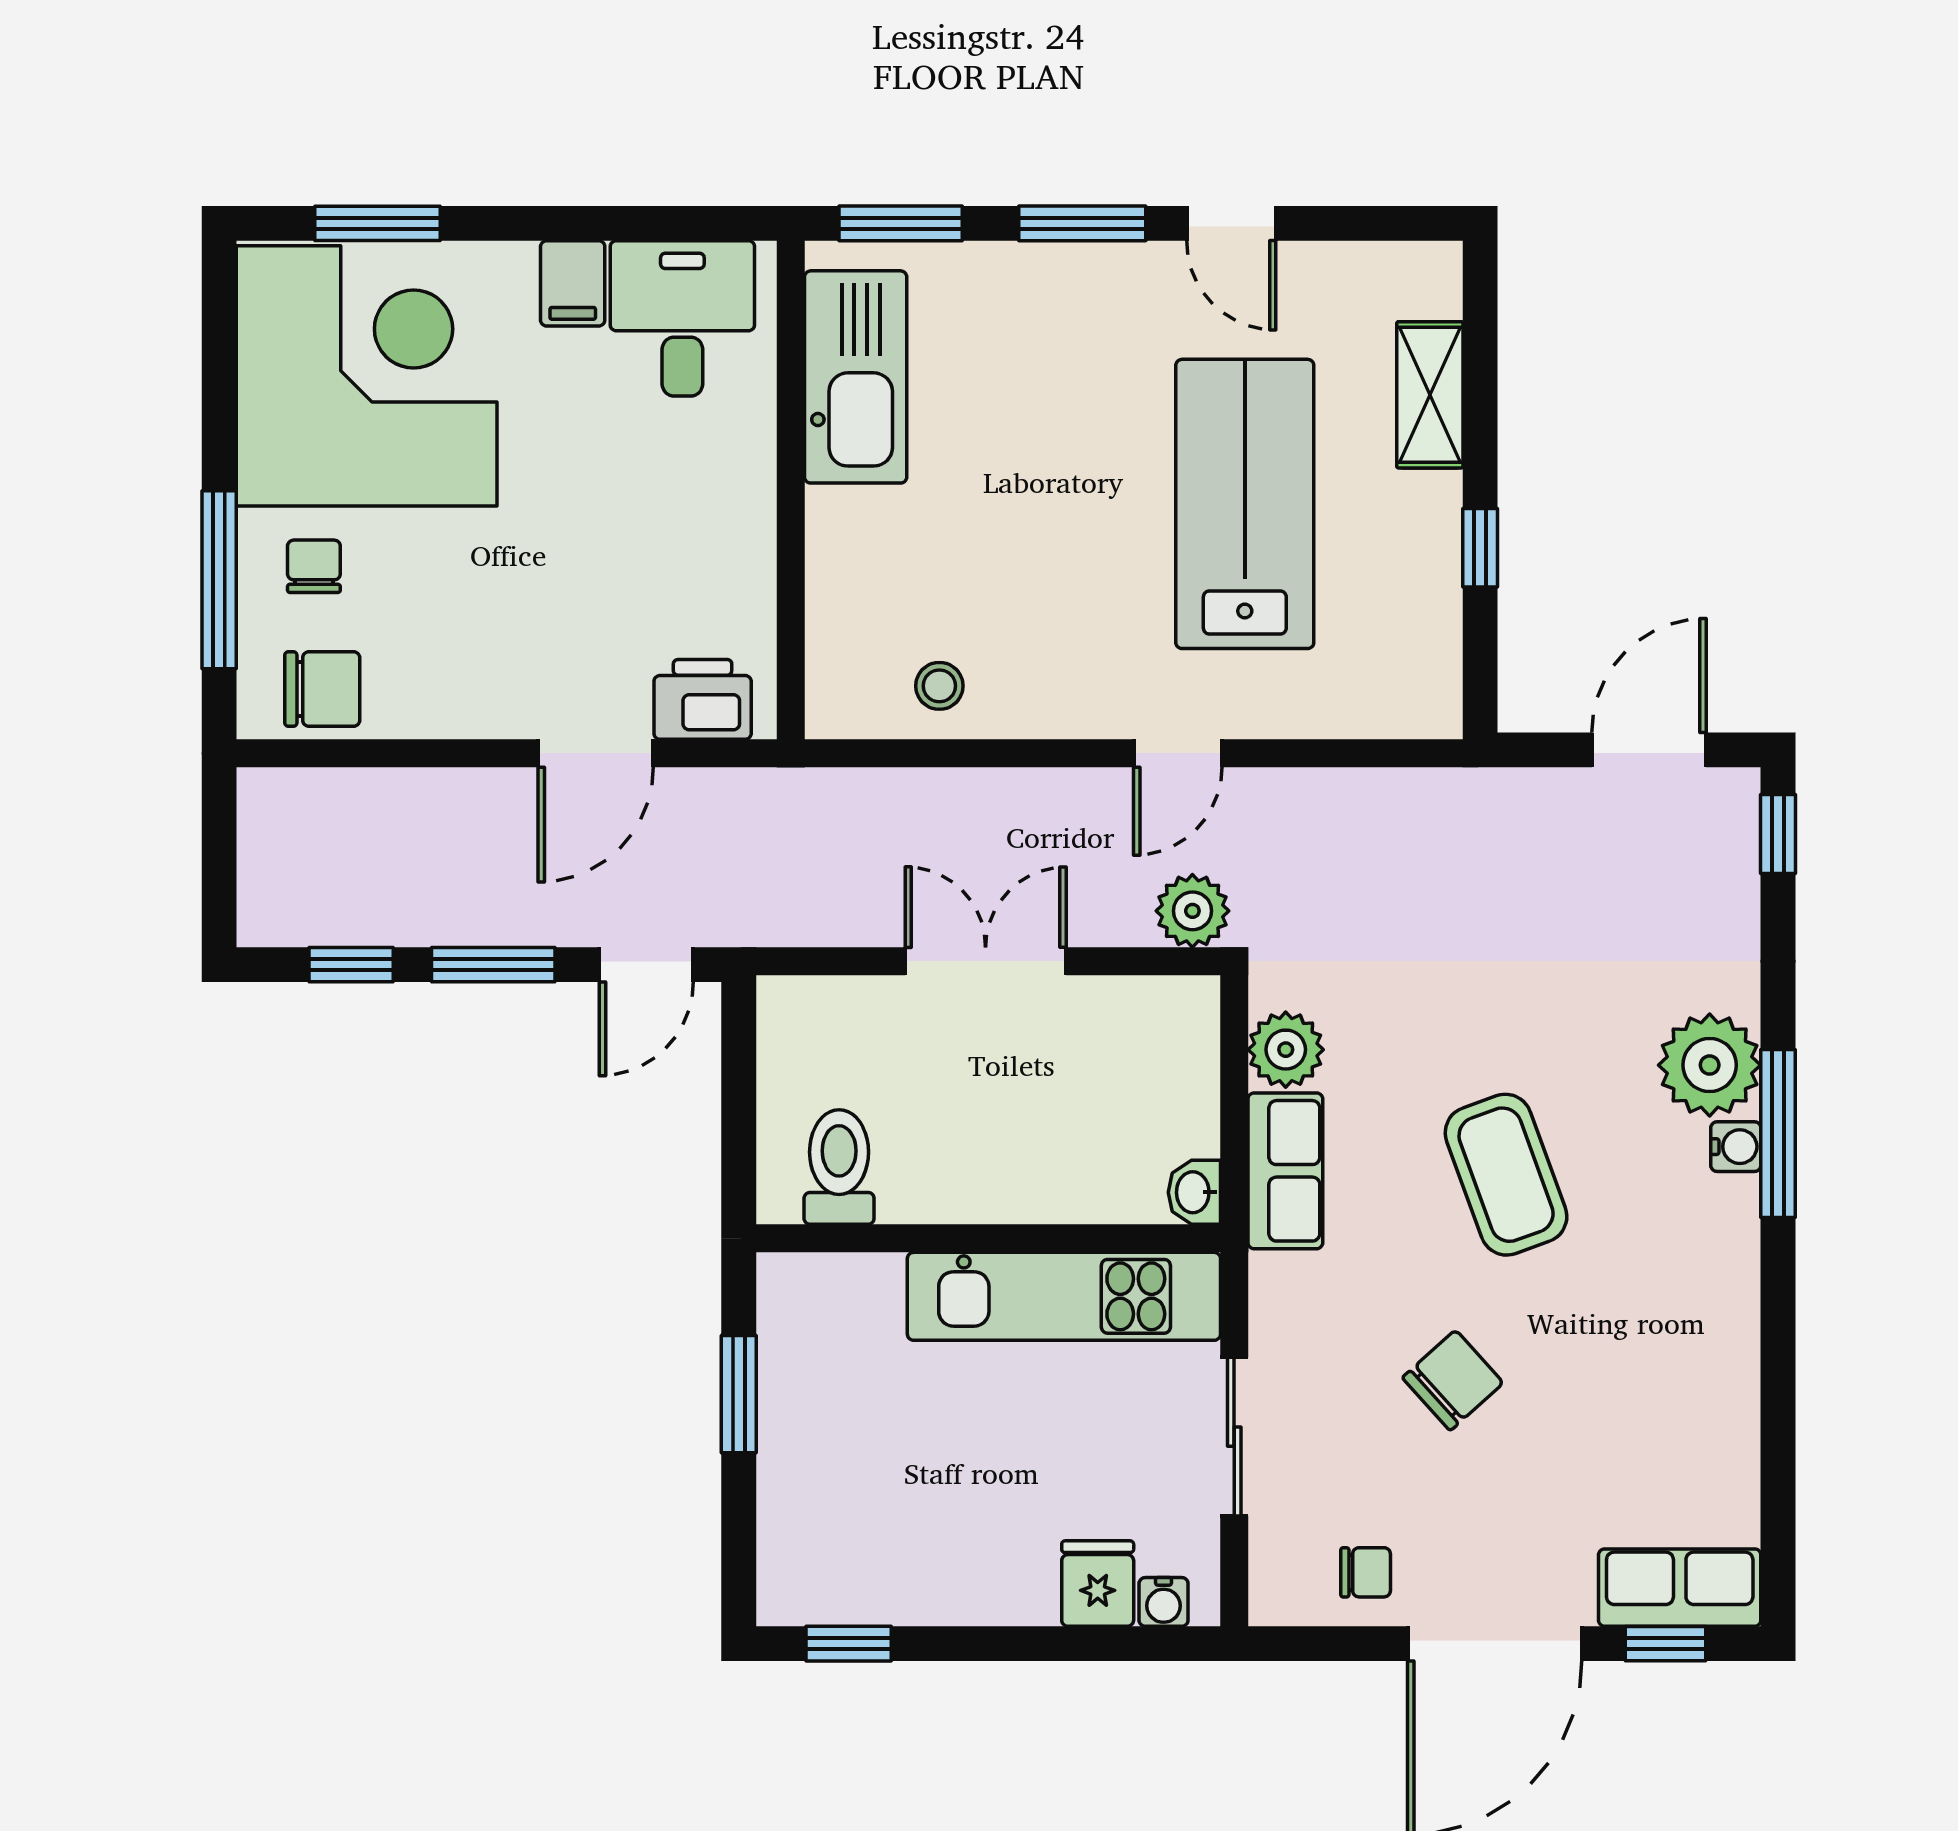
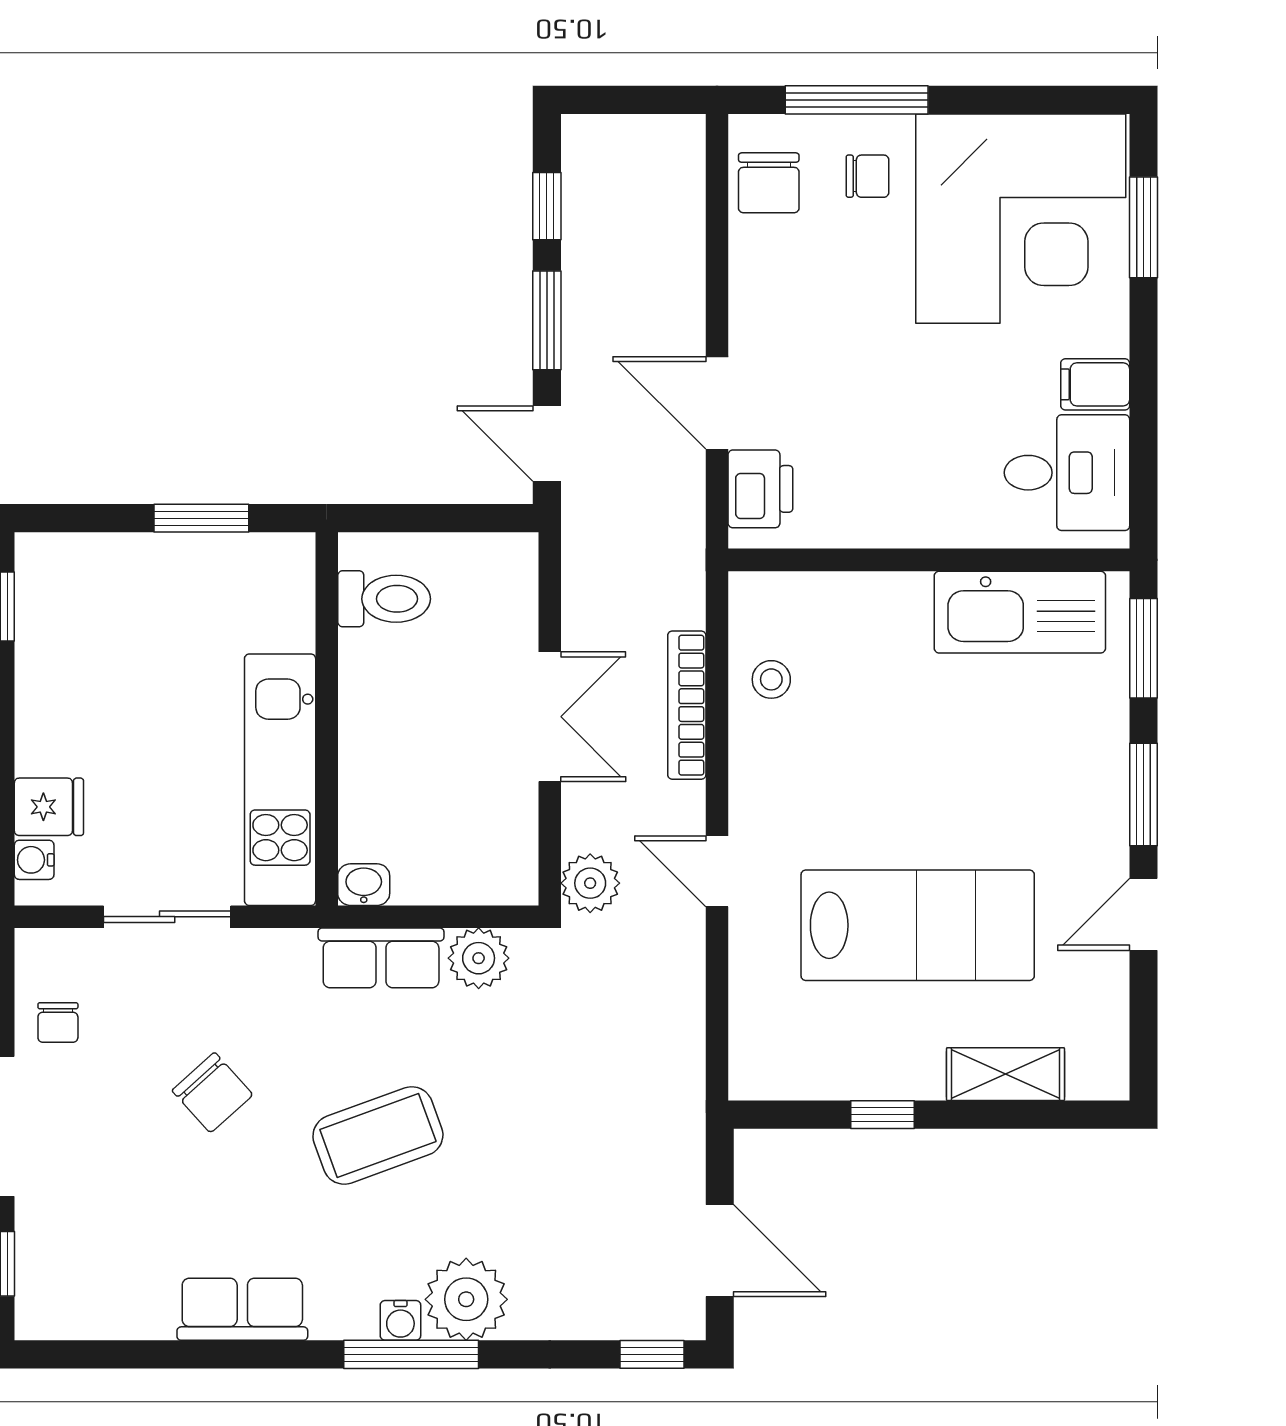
bookcase: (971, 791) -> (687, 705), added
row of seats: (1680, 1588) -> (242, 1309), moved, turned -90

